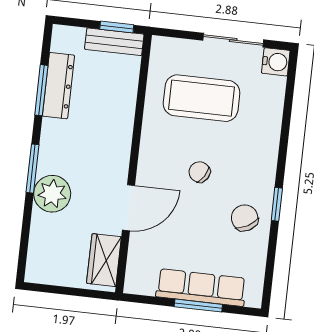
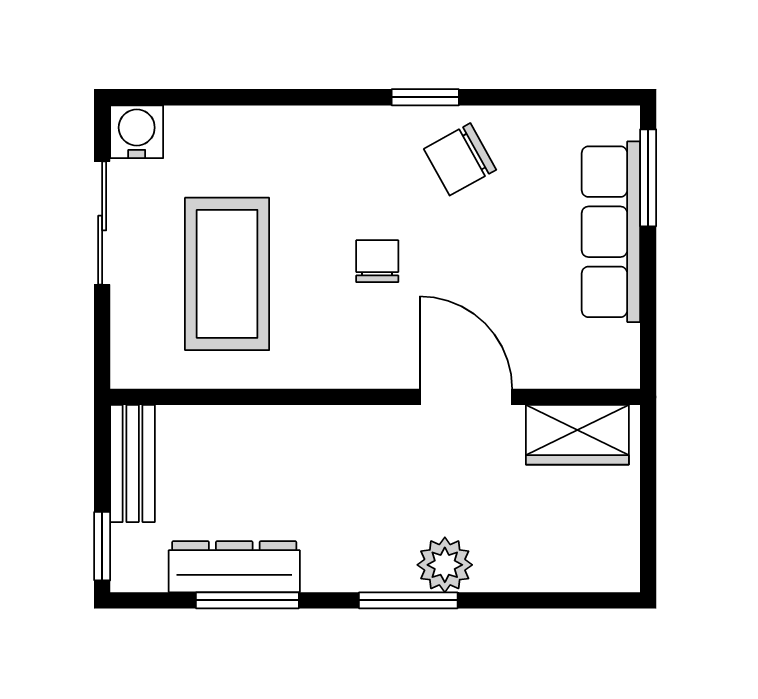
window: (117, 27) -> (102, 546), moved
chair: (200, 172) -> (377, 261), turned 148
plant: (52, 194) -> (445, 565), width x0.73, depth x0.73
window: (198, 306) -> (648, 178), moved

